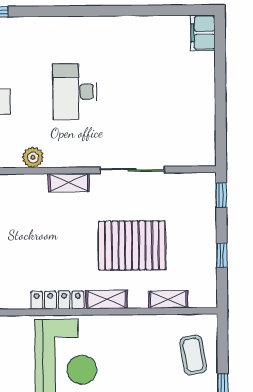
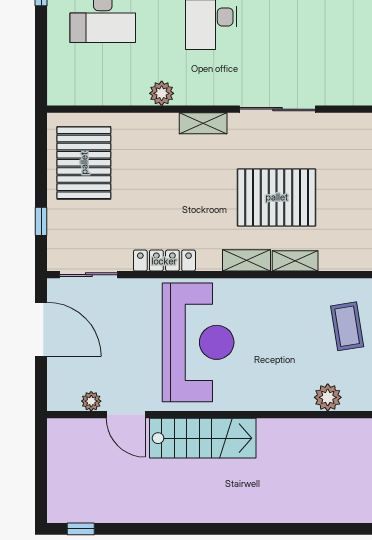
shelving: (168, 299) -> (295, 261), moved
locker: (57, 300) -> (164, 261), moved

